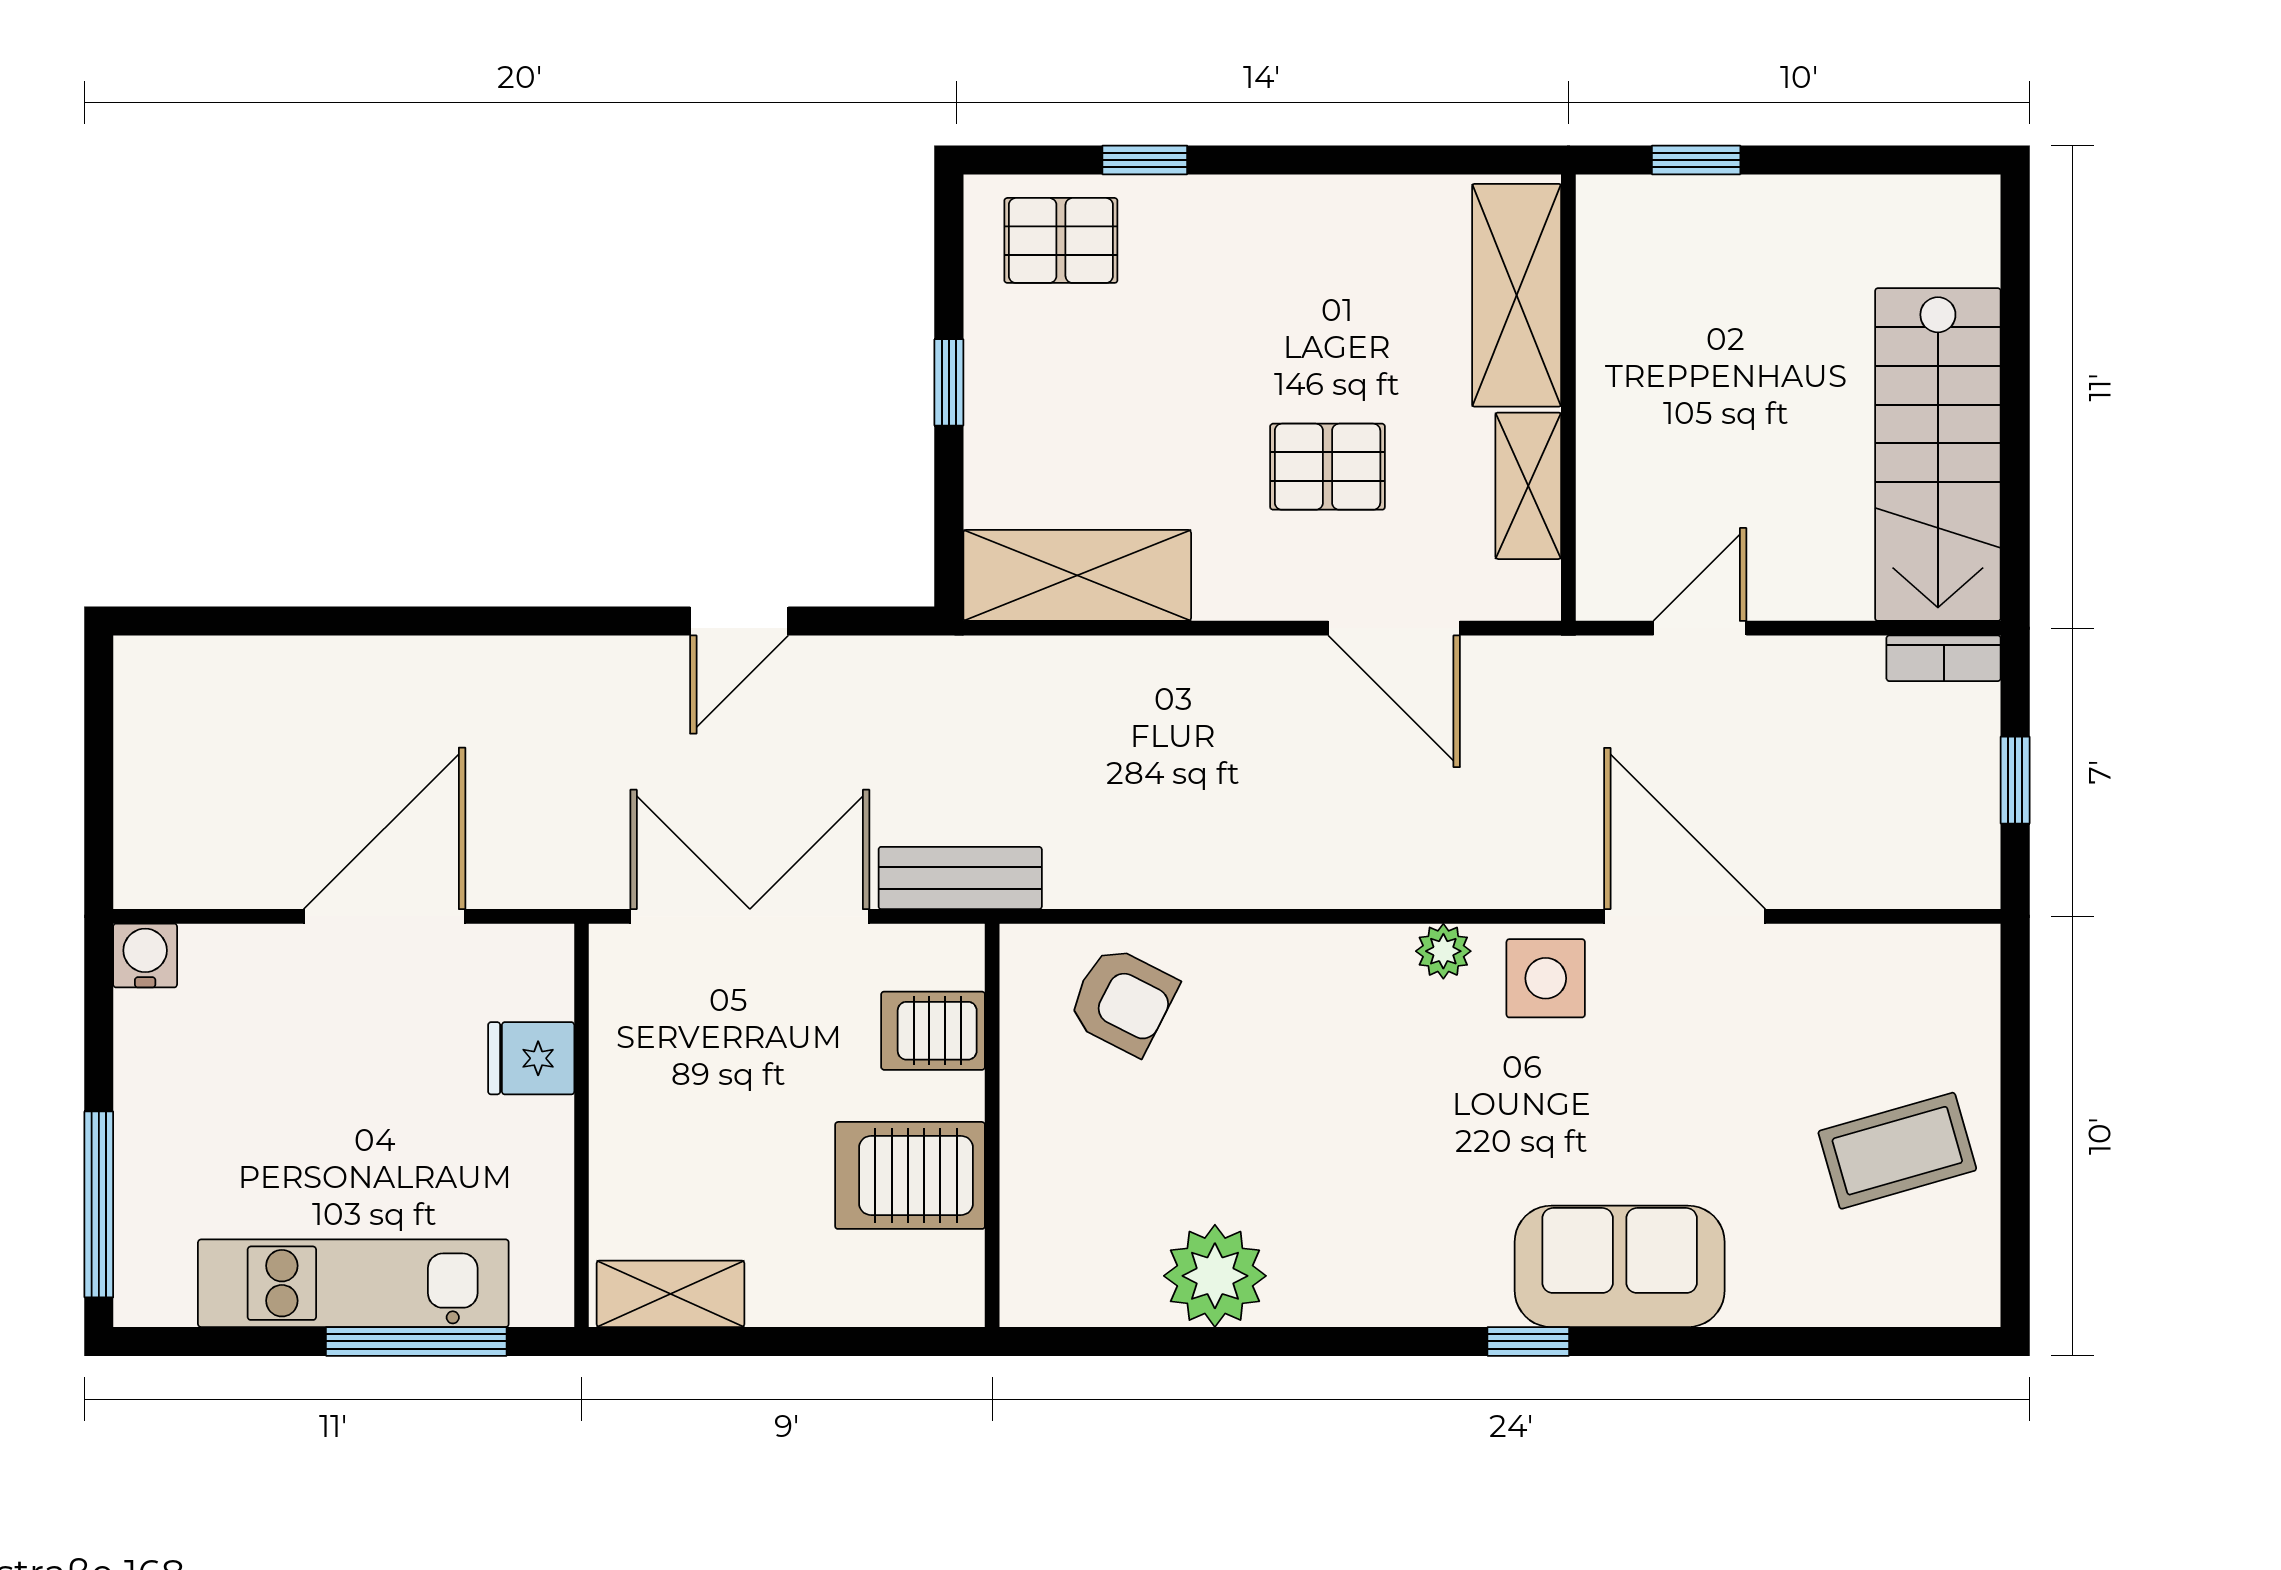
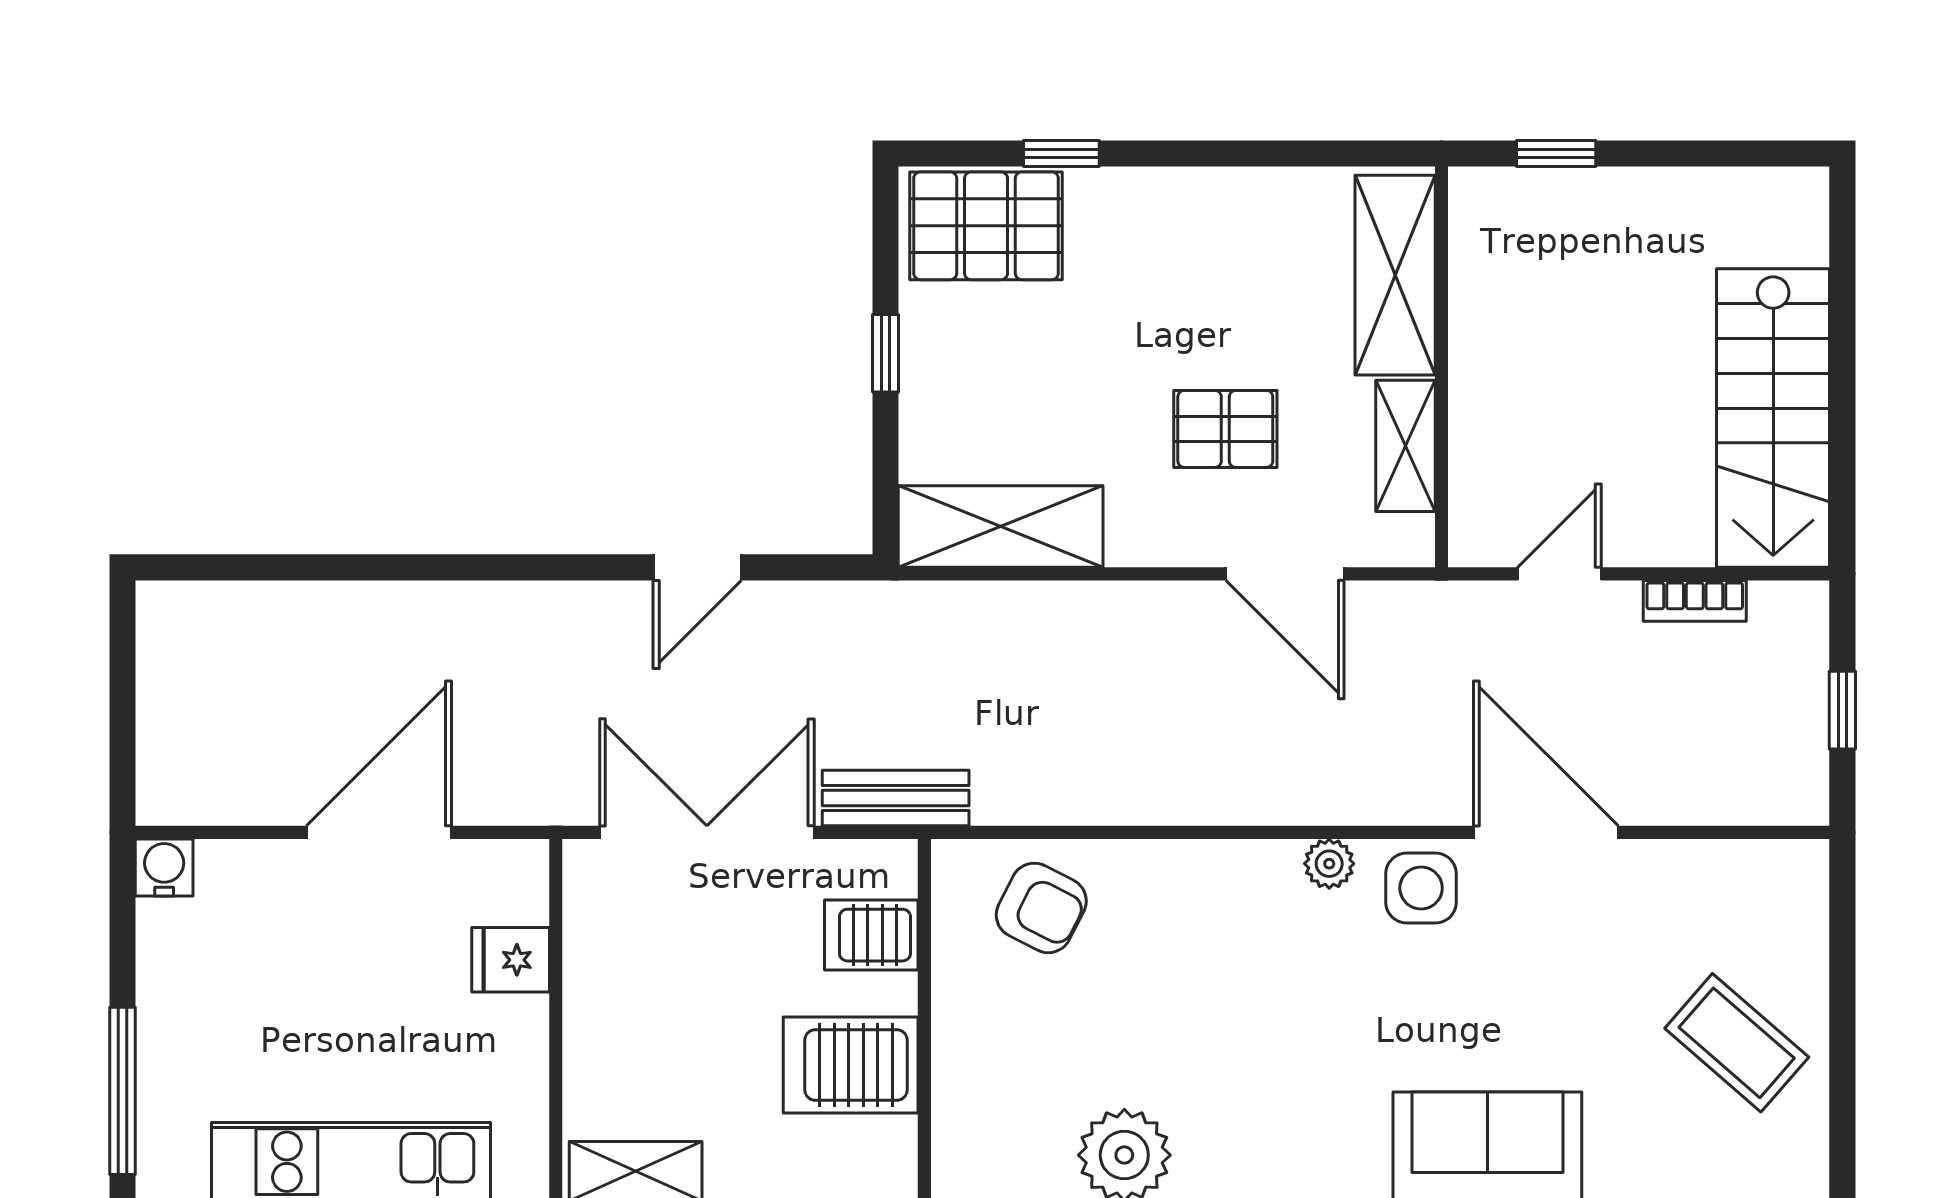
pallet: (1061, 240) -> (986, 226), width x1.50, depth x1.42
bookcase: (1944, 658) -> (1695, 601), moved
coffee table: (1897, 1151) -> (1737, 1043), turned 57

